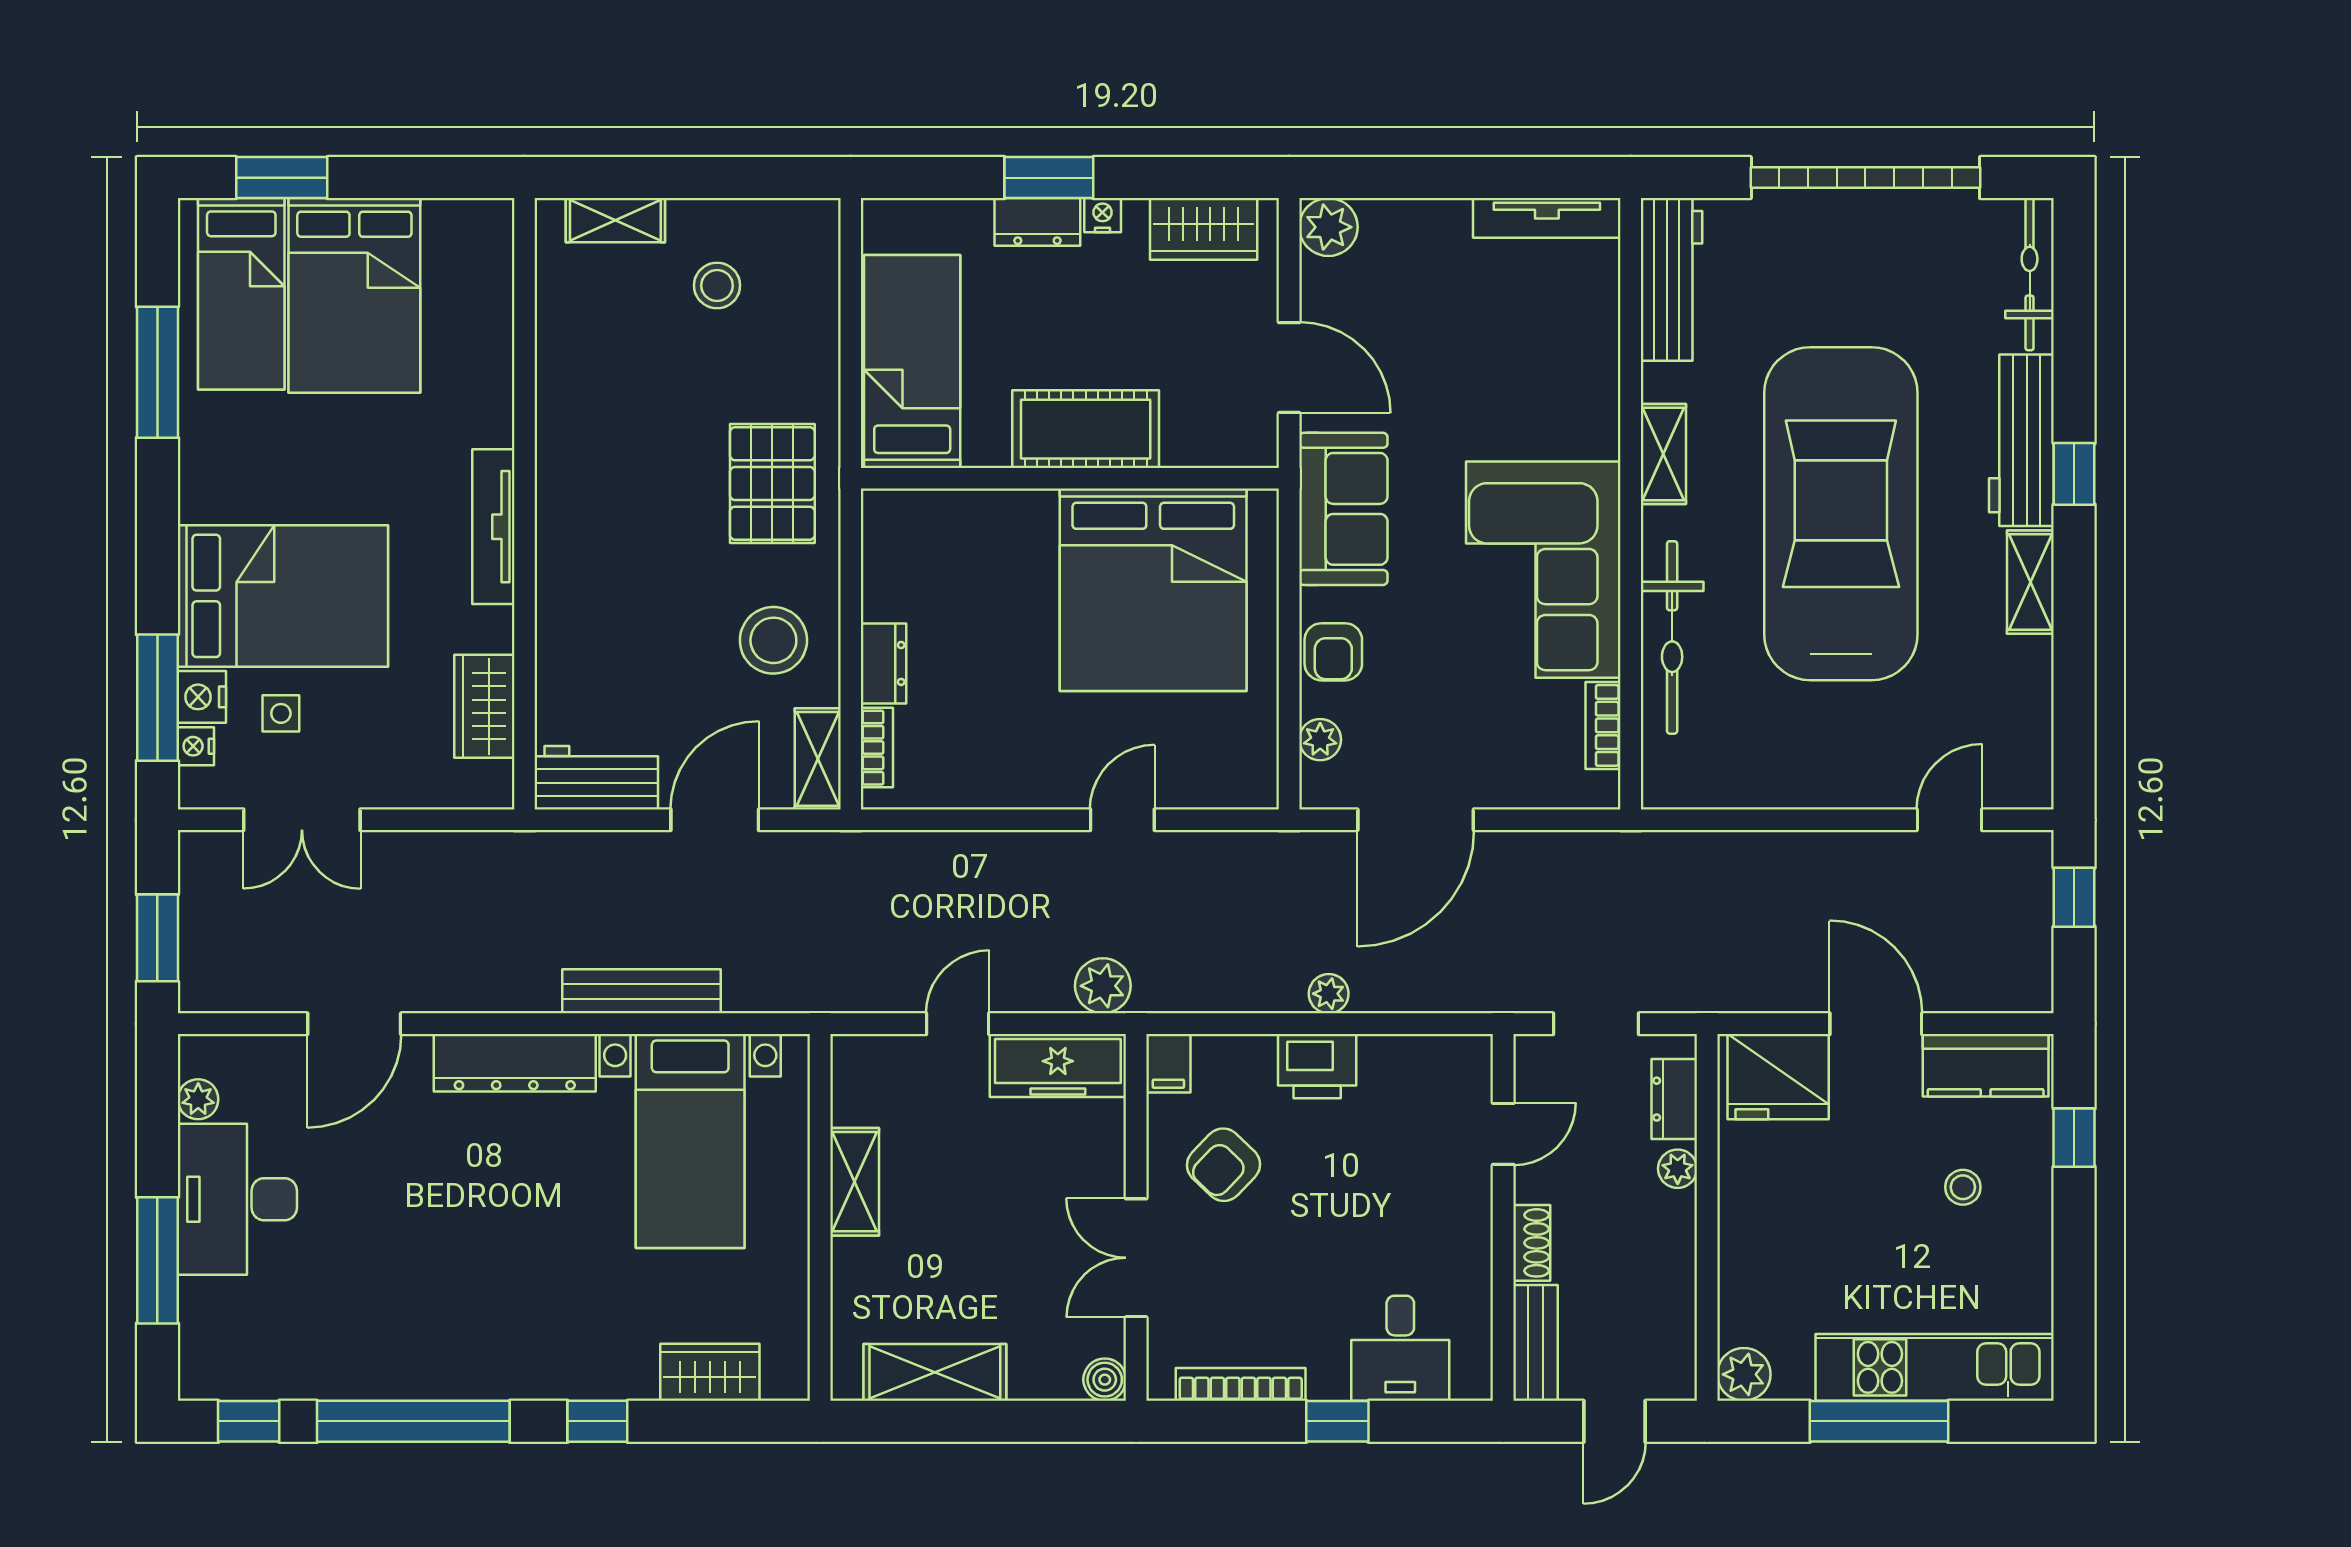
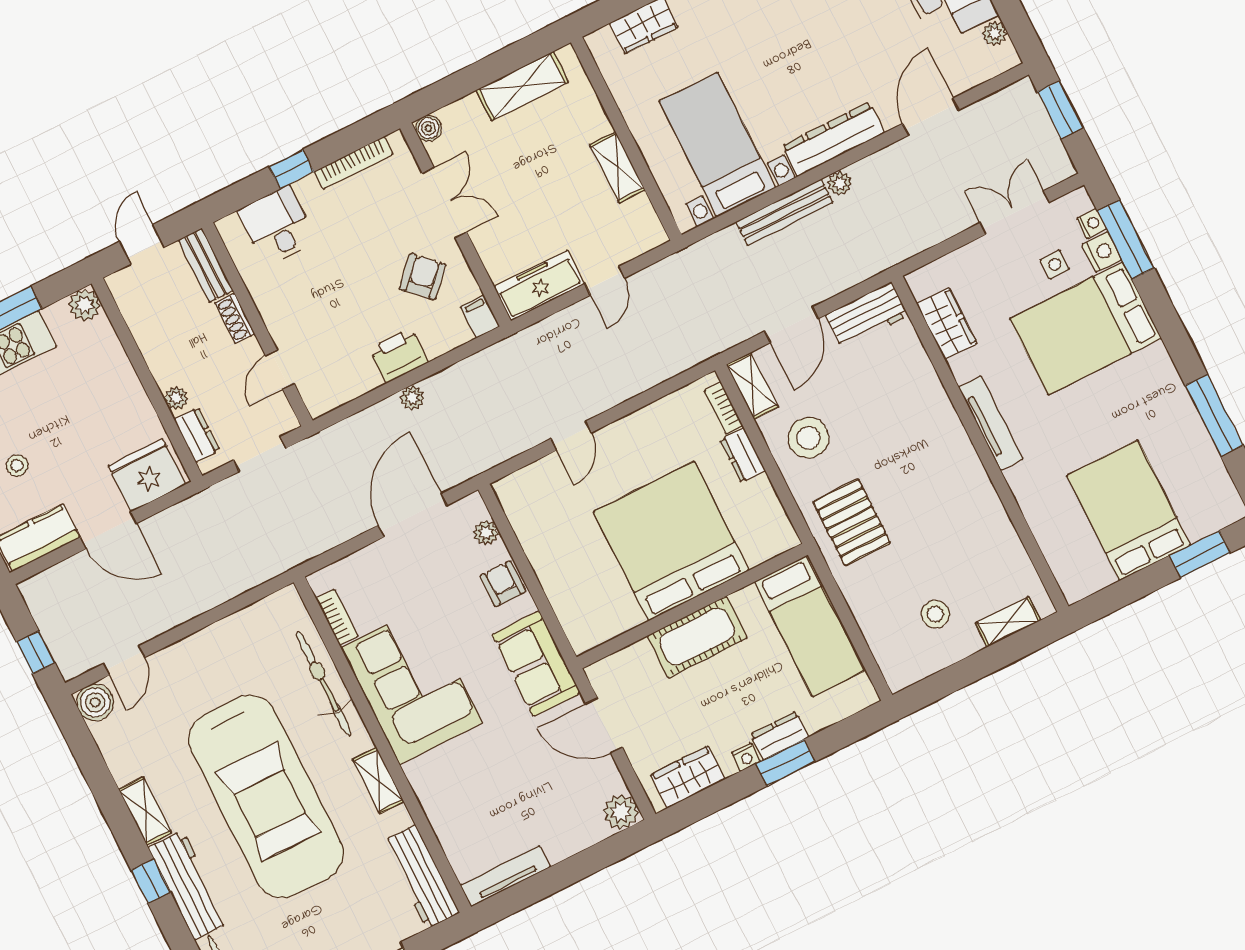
bed: (241, 294) -> (1190, 480), removed
bed: (1153, 590) -> (671, 541), moved
boiler: (2024, 779) -> (95, 702), added
plant: (1103, 986) -> (840, 183), moved, width x0.73, depth x0.73

